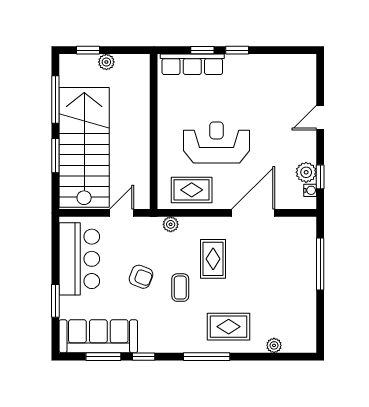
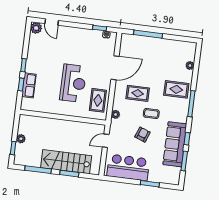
row of seats: (192, 64) -> (29, 85), width x0.68
door: (320, 118) -> (52, 22), moved
reception desk: (217, 142) -> (73, 83), turned 180
stairs: (84, 147) -> (66, 162), width x0.73, depth x0.66
plant: (306, 172) -> (36, 28), moved
door: (122, 213) -> (106, 141), hinge flipped
door: (253, 213) -> (115, 68), swing flipped
rug: (229, 327) -> (176, 89), turned 90
sofa: (98, 336) -> (175, 144), moved

